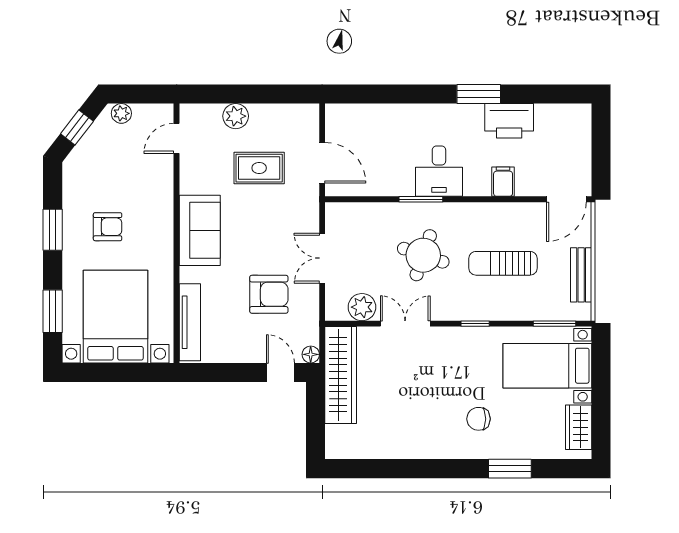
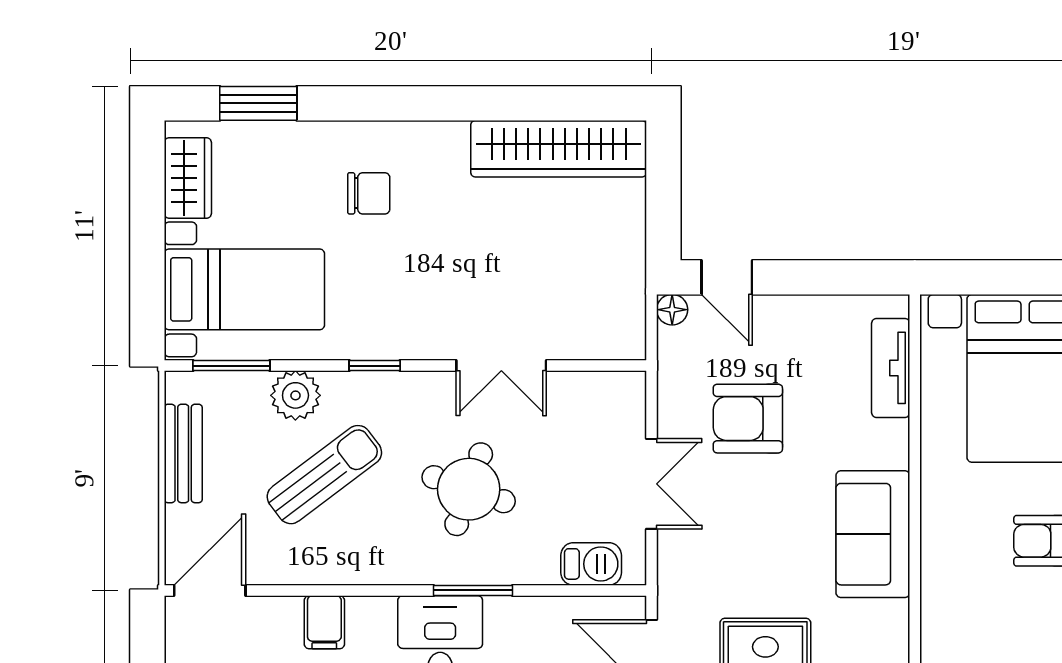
barbecue: (355, 214) -> (591, 564), added
sun lounger: (503, 263) -> (324, 475), turned -37
plant: (362, 307) -> (295, 395), moved
tv unit: (190, 322) -> (891, 368), width x0.71
wardrobe: (341, 375) -> (559, 149), moved, turned -90
window: (510, 469) -> (258, 103), moved

